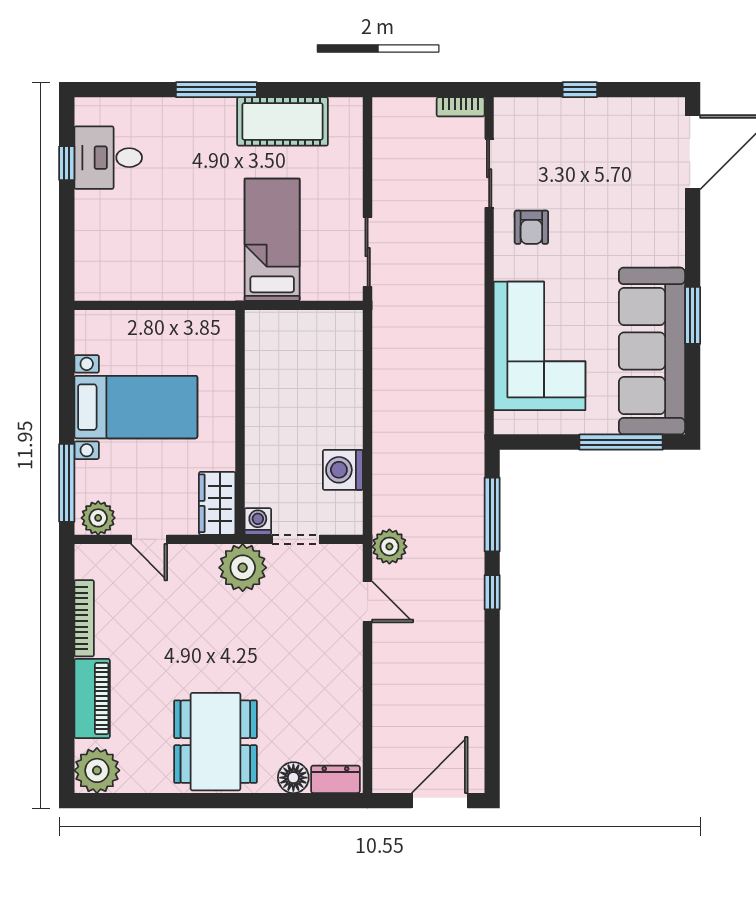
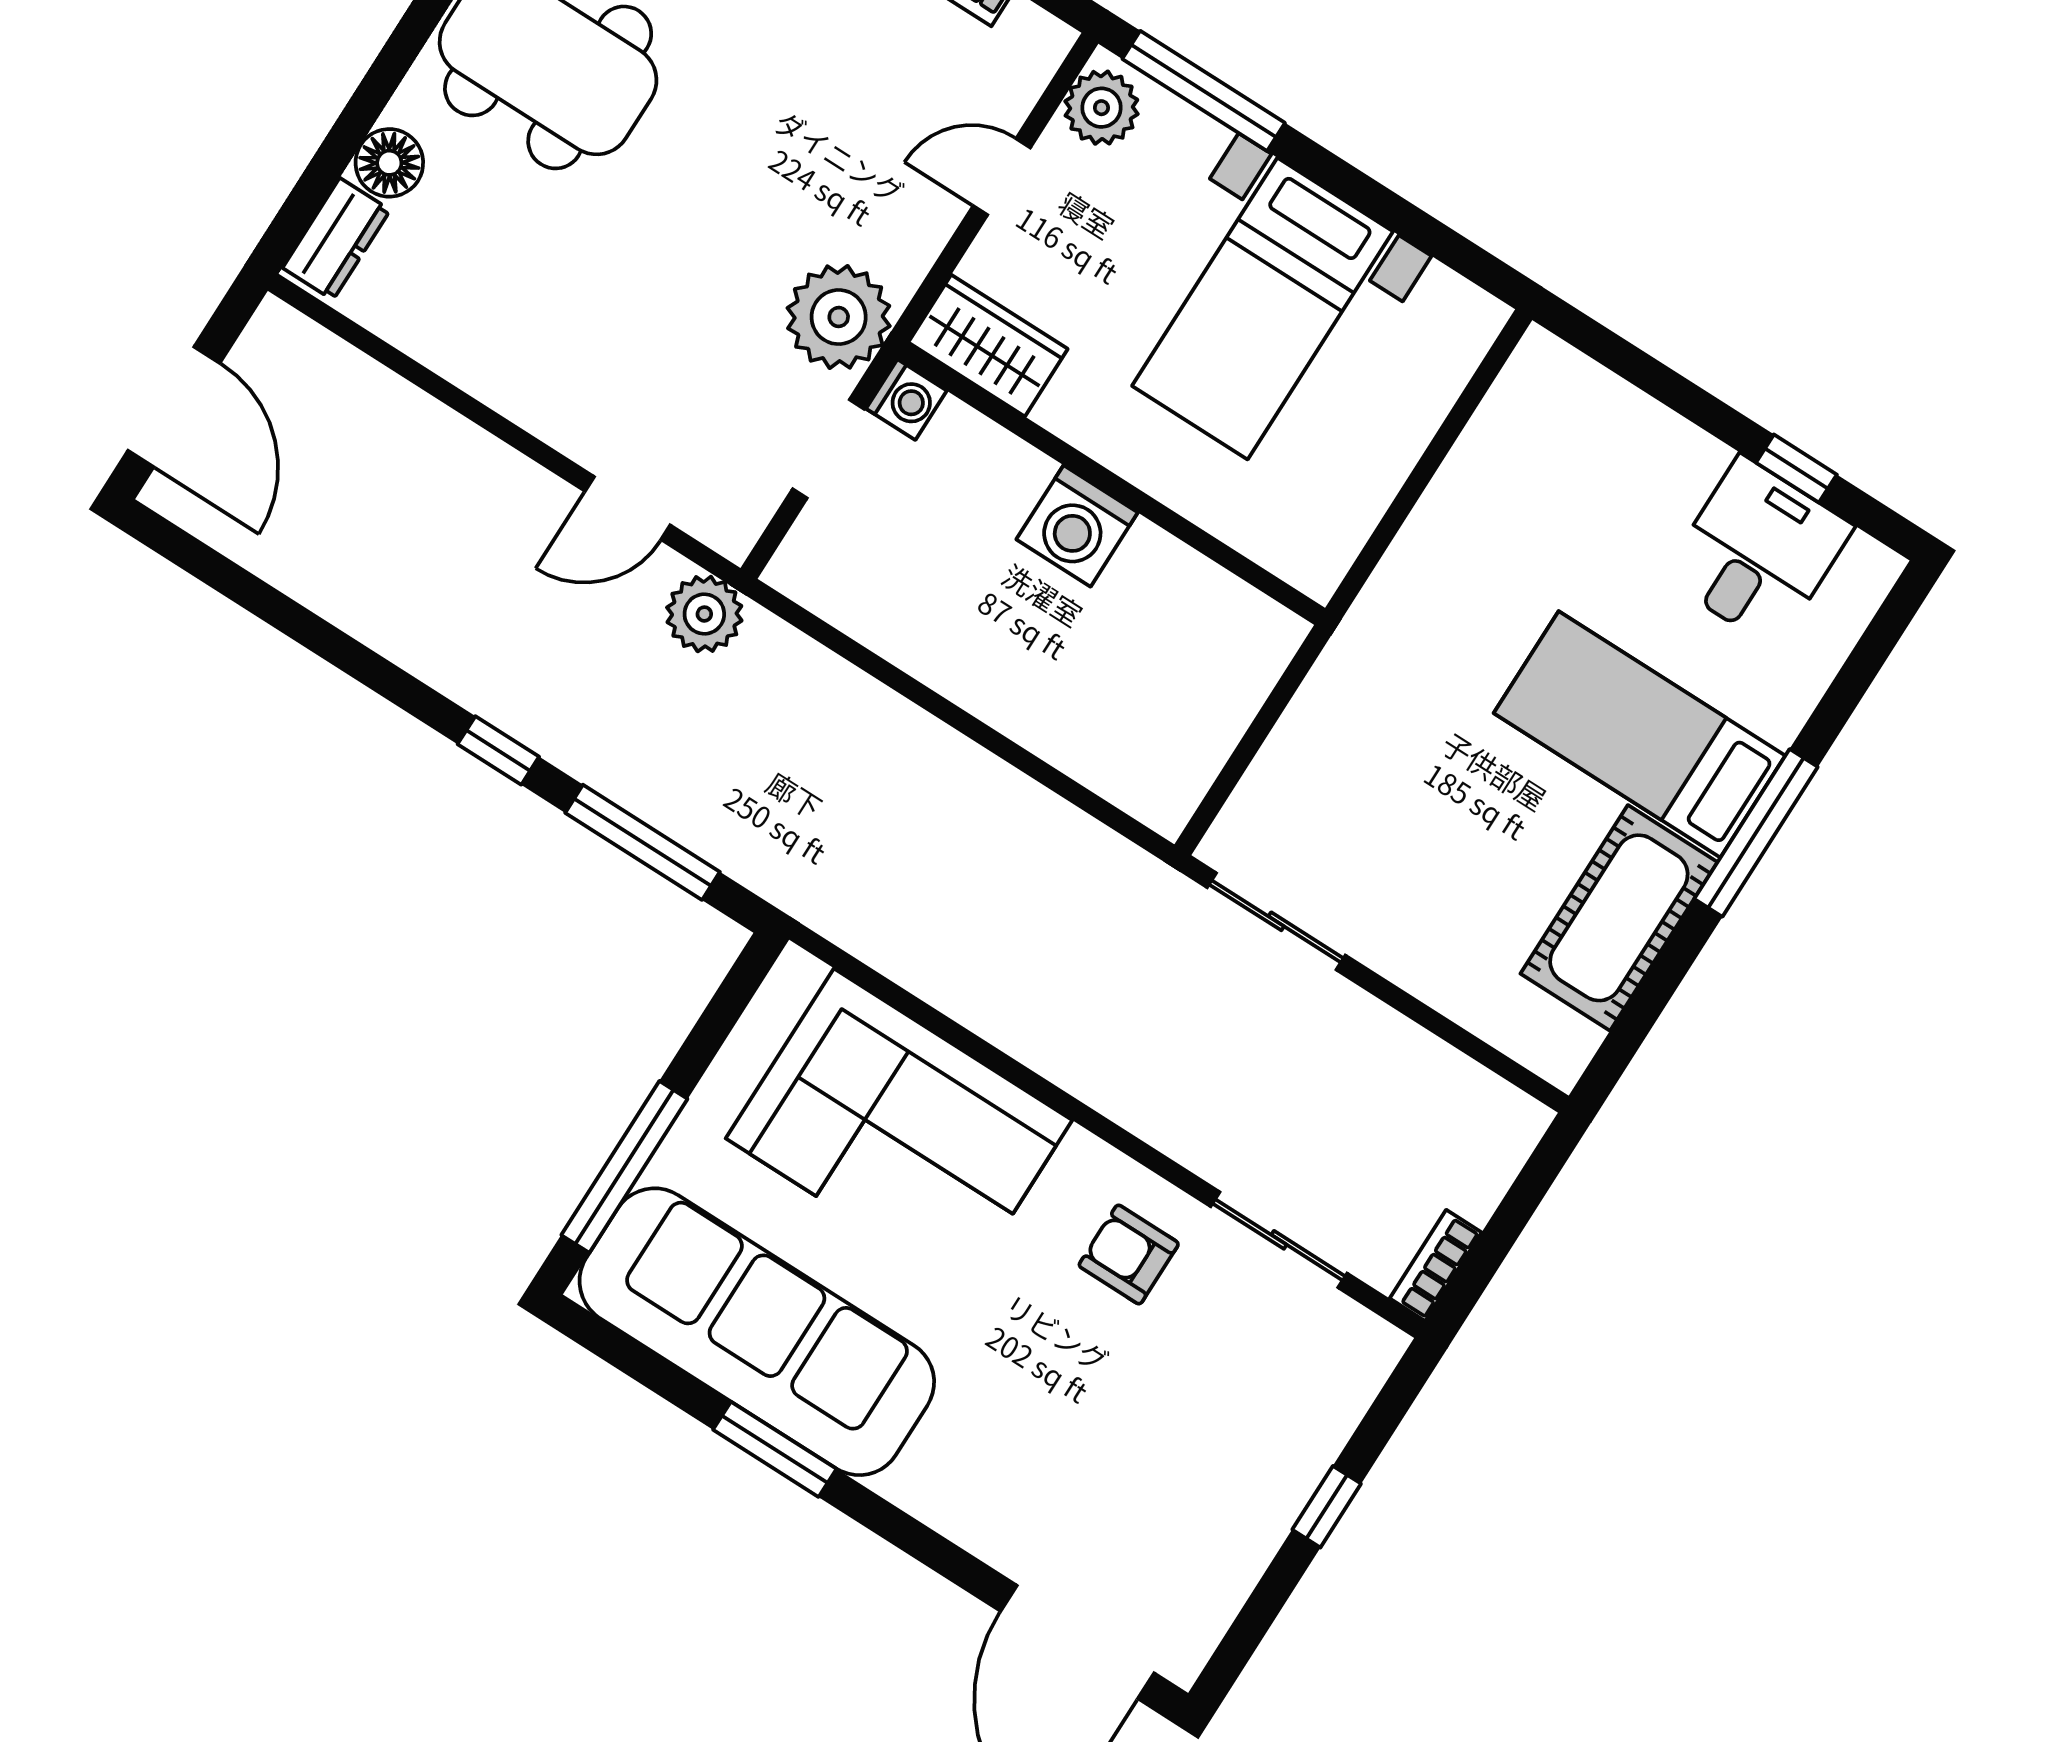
bed: (272, 240) -> (1639, 734), moved, turned 180
washing machine: (343, 470) -> (1077, 526), moved, turned 180

